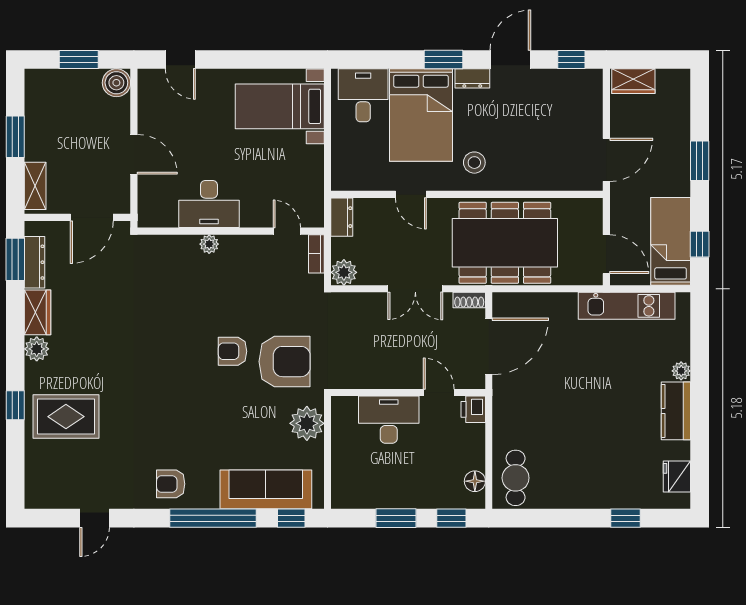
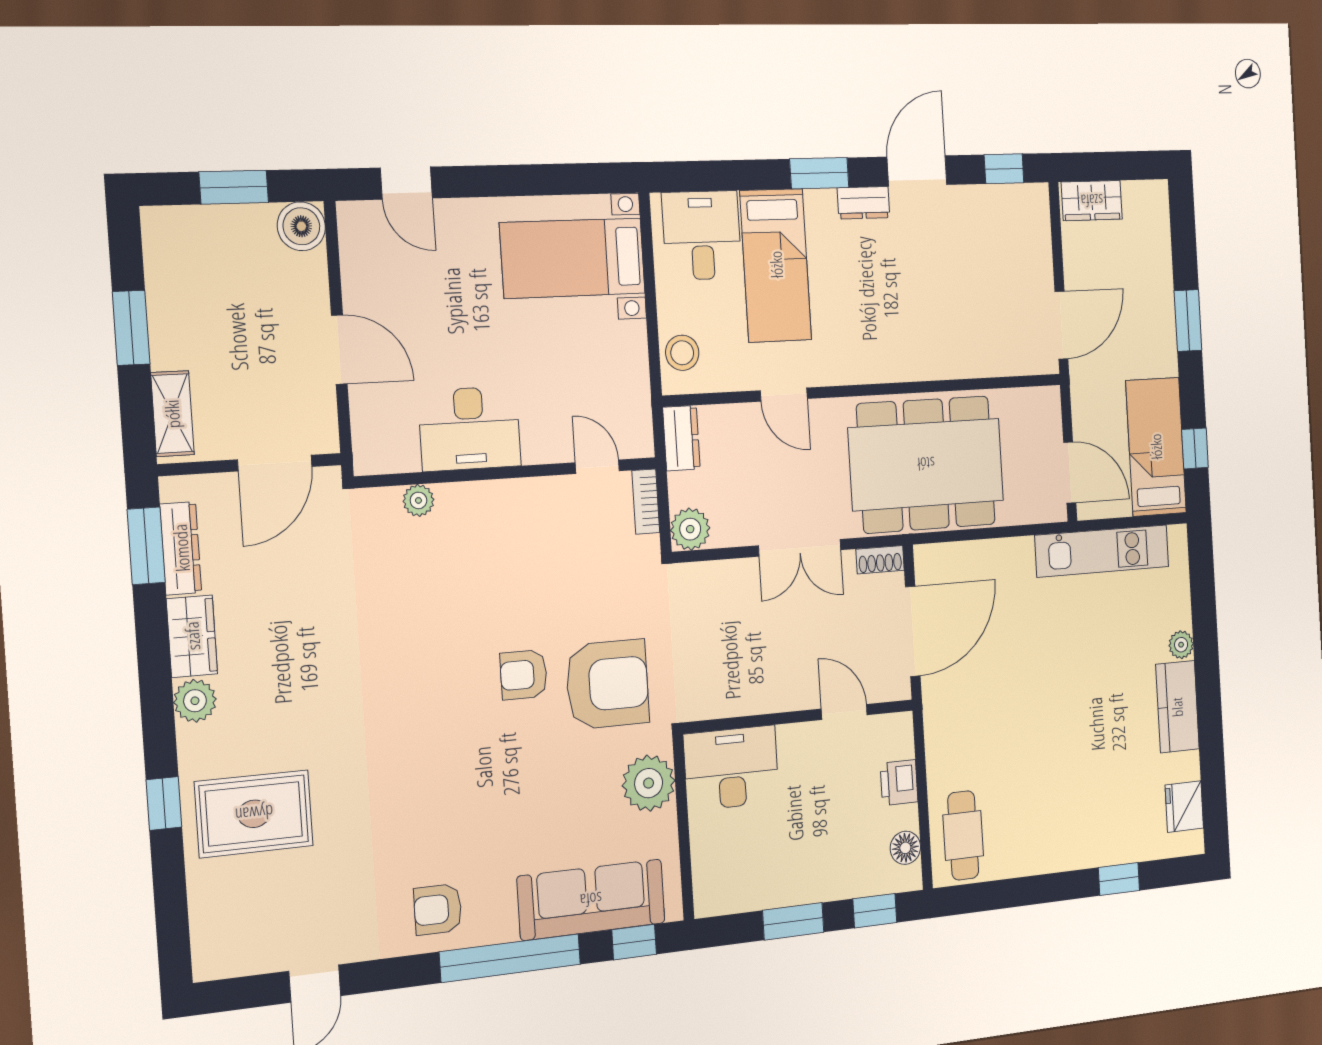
bed: (421, 115) -> (776, 265), width x0.67
stool: (474, 163) -> (682, 353), moved
plant: (209, 244) -> (418, 500), moved
printer: (473, 409) -> (899, 783), moved
desk: (389, 420) -> (731, 768), moved

